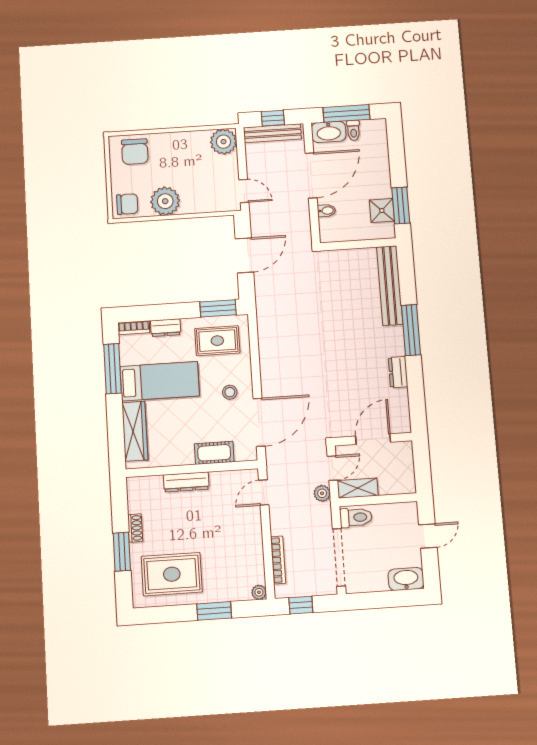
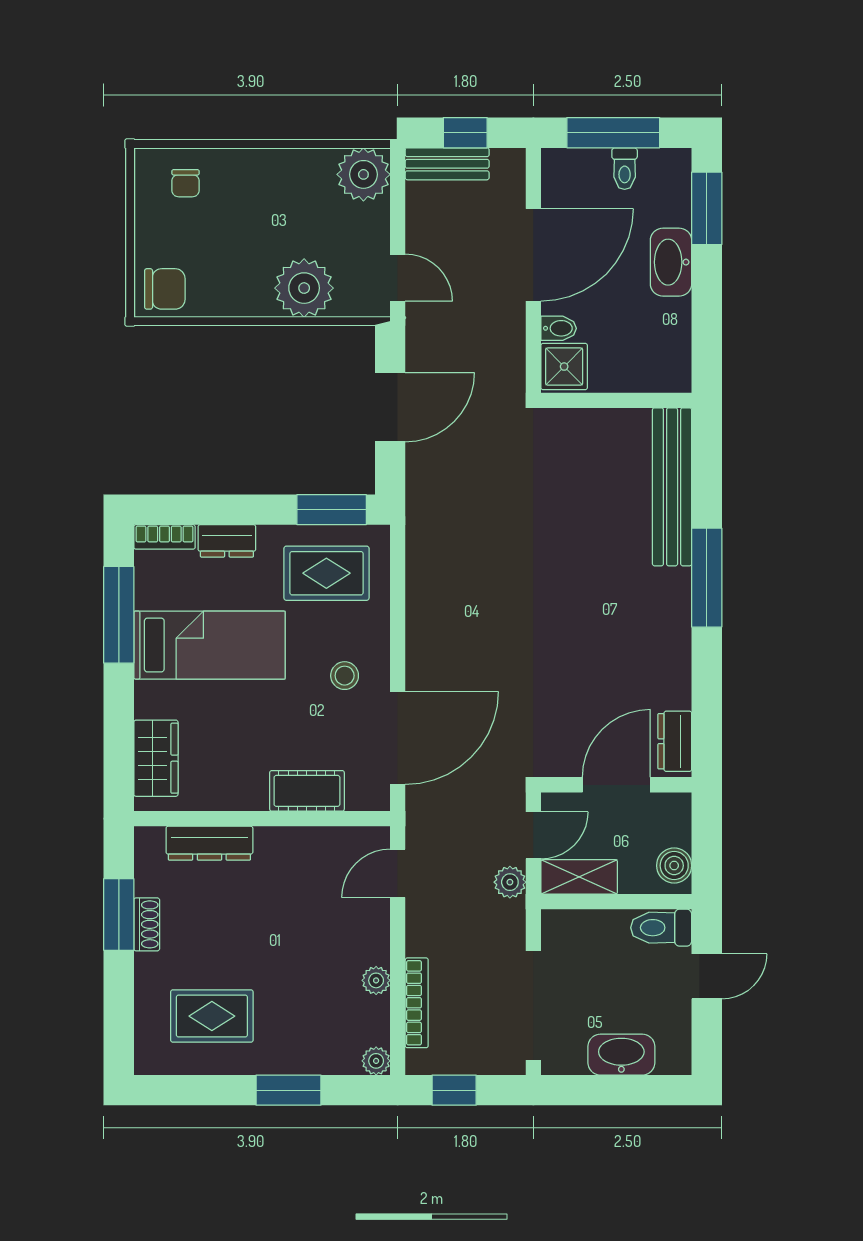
washbasin: (329, 132) -> (671, 262), moved, turned 90
bench: (272, 133) -> (447, 164), width x0.73
chair: (135, 152) -> (185, 183), width x0.54, depth x0.54
plant: (165, 201) -> (304, 288), moved
window: (401, 206) -> (707, 208), moved
shower: (382, 211) -> (564, 367), moved
dresser: (398, 372) -> (675, 741), moved
wardrobe: (135, 431) -> (156, 758), width x0.67
boiler: (406, 479) -> (674, 866), added
dresser: (186, 482) -> (209, 843), moved
toilet: (356, 517) -> (661, 928), moved, turned 180
plant: (256, 550) -> (376, 980), added
window: (122, 552) -> (119, 914), moved
rug: (172, 574) -> (212, 1016), width x0.73, depth x0.70
washbasin: (406, 579) -> (621, 1055), moved

